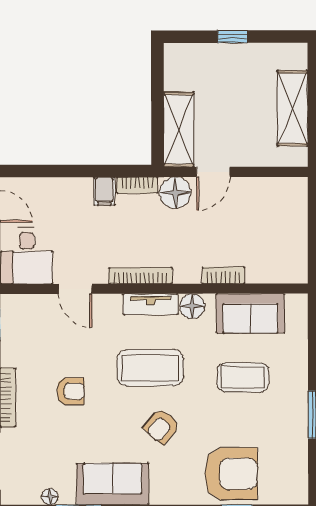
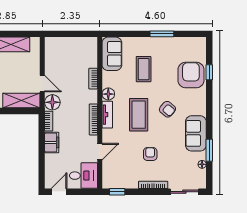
filing cabinet: (104, 191) -> (52, 142), width x2.00
sofa: (250, 313) -> (112, 54), moved

